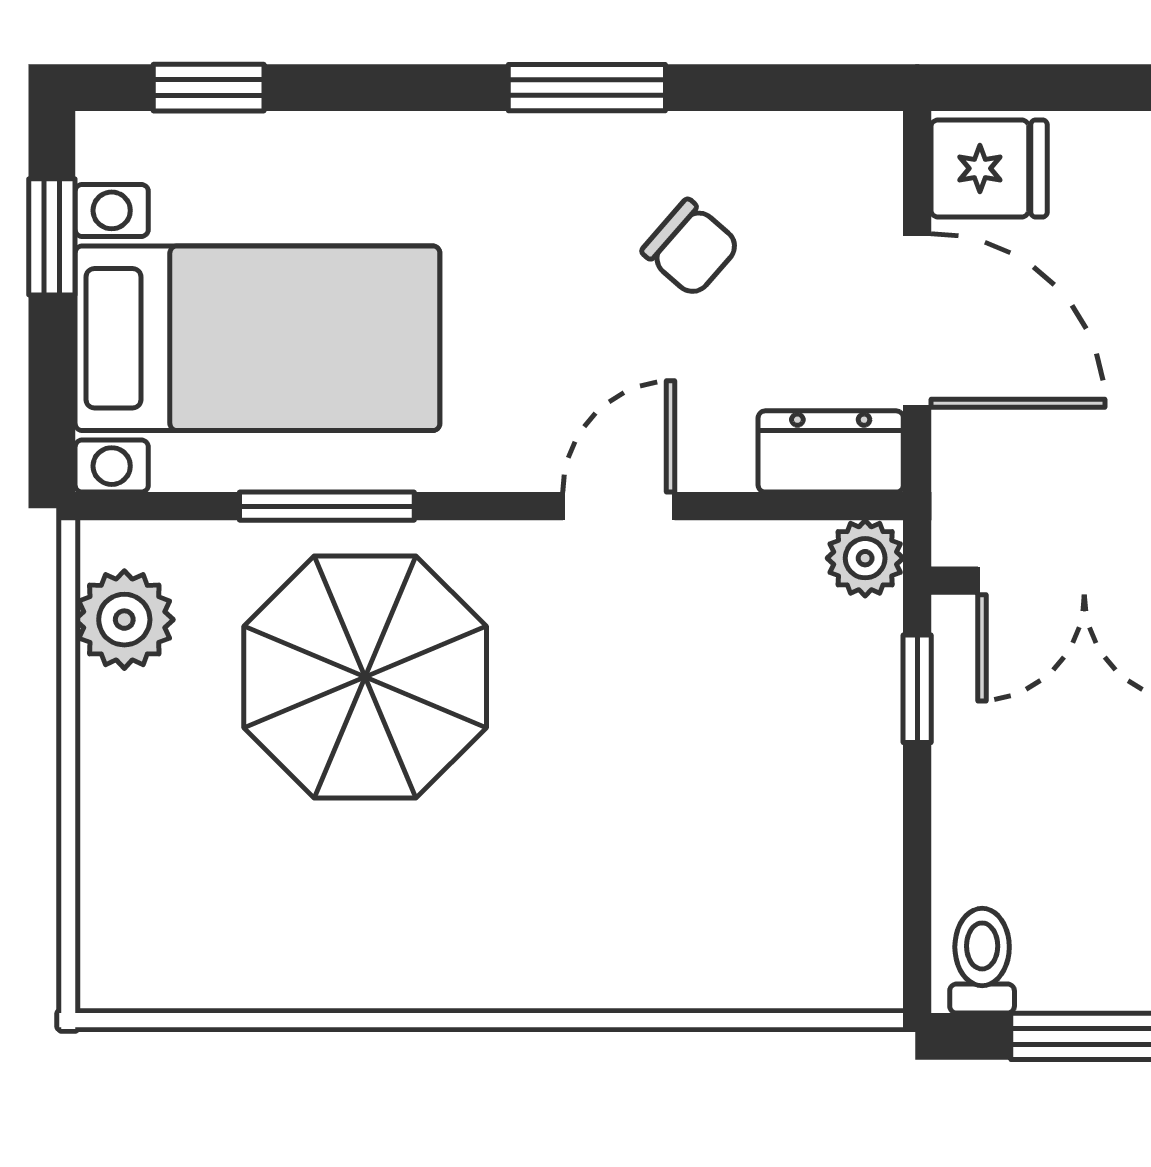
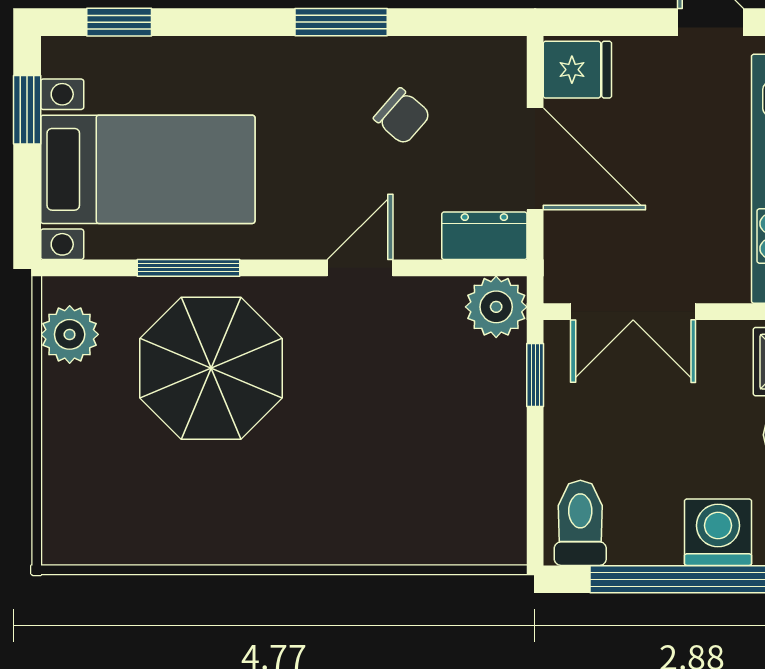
plant: (865, 558) -> (496, 307), width x1.38, depth x1.38
toilet: (982, 961) -> (580, 523), width x1.37, depth x1.39

